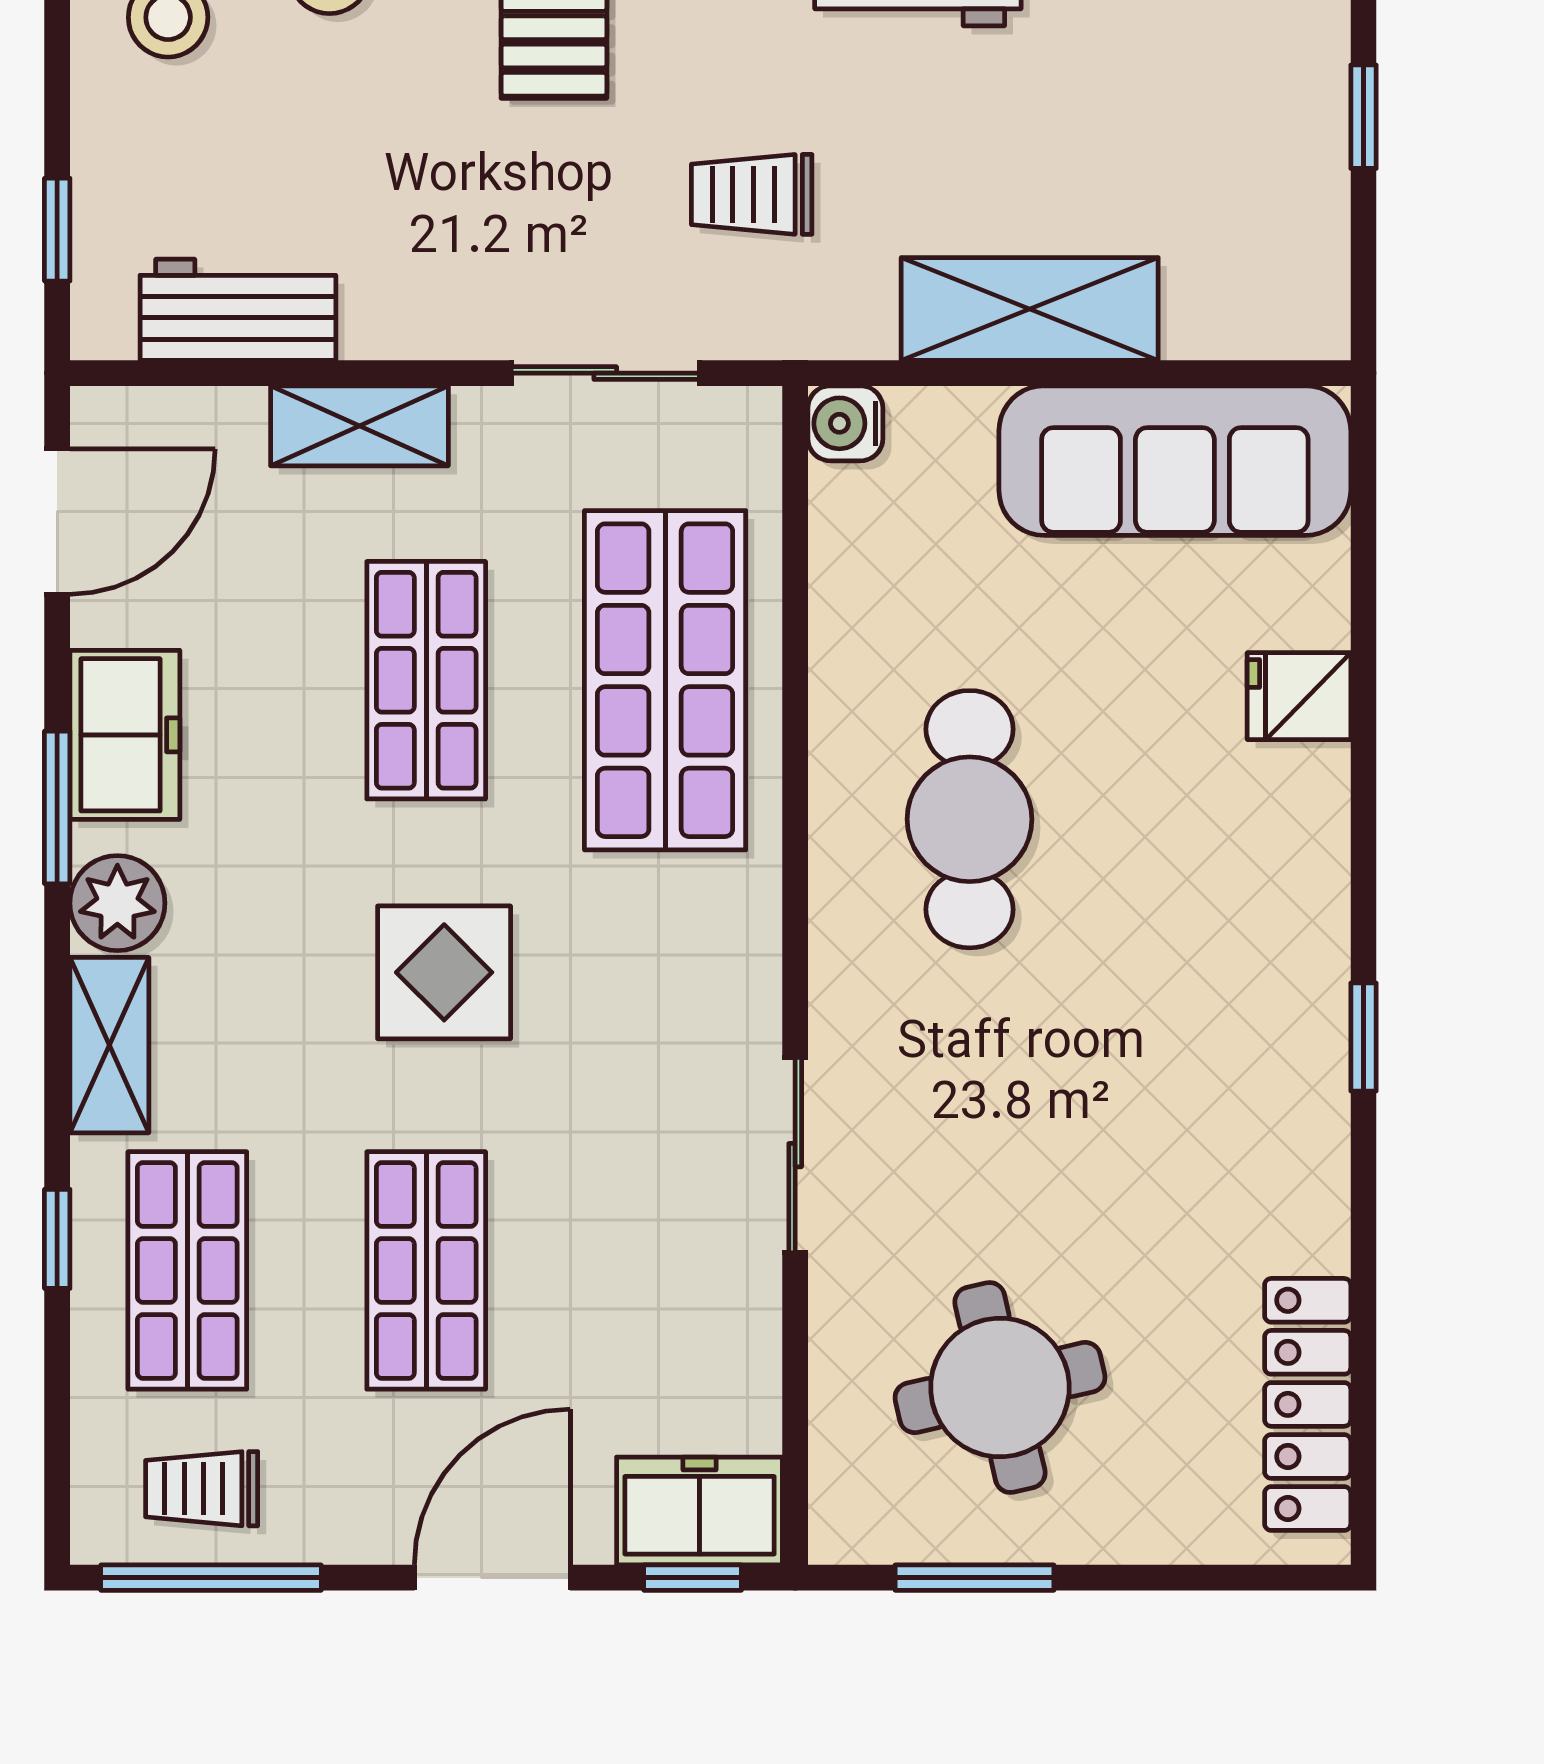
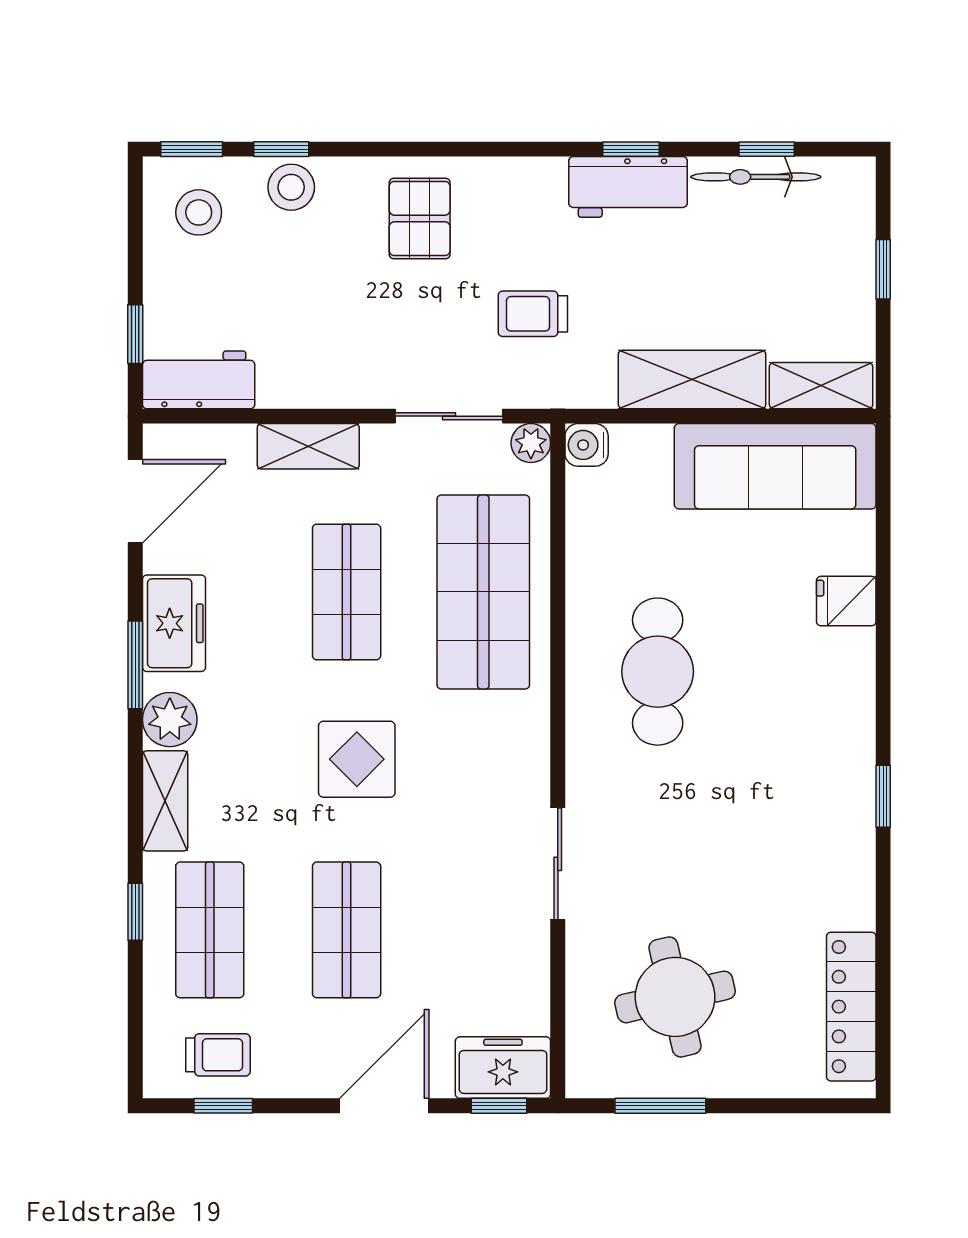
workbench: (238, 310) -> (199, 380), moved
shelving: (1255, 320) -> (821, 386), added
plant: (748, 420) -> (531, 443), added
trolley: (202, 1489) -> (218, 1055), turned 180
window: (211, 1578) -> (223, 1106), width x0.46

